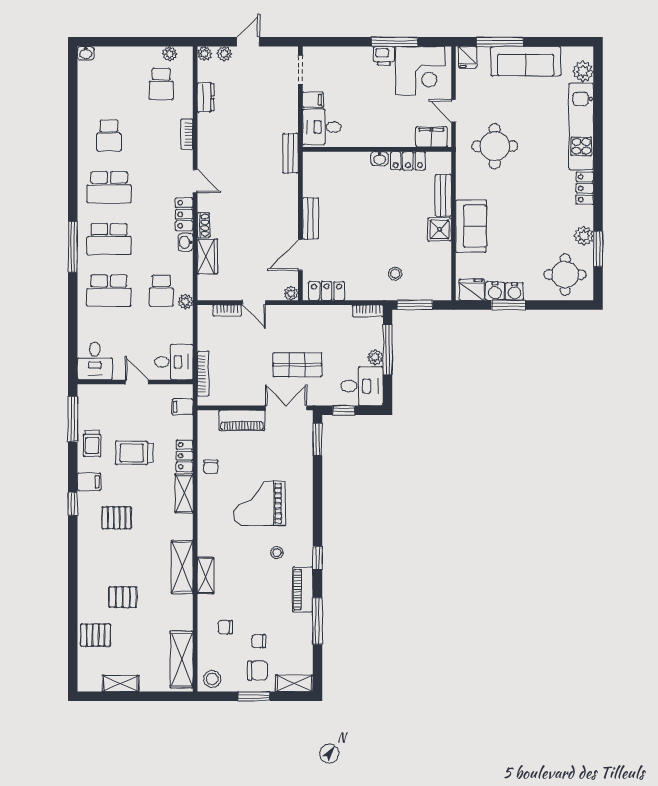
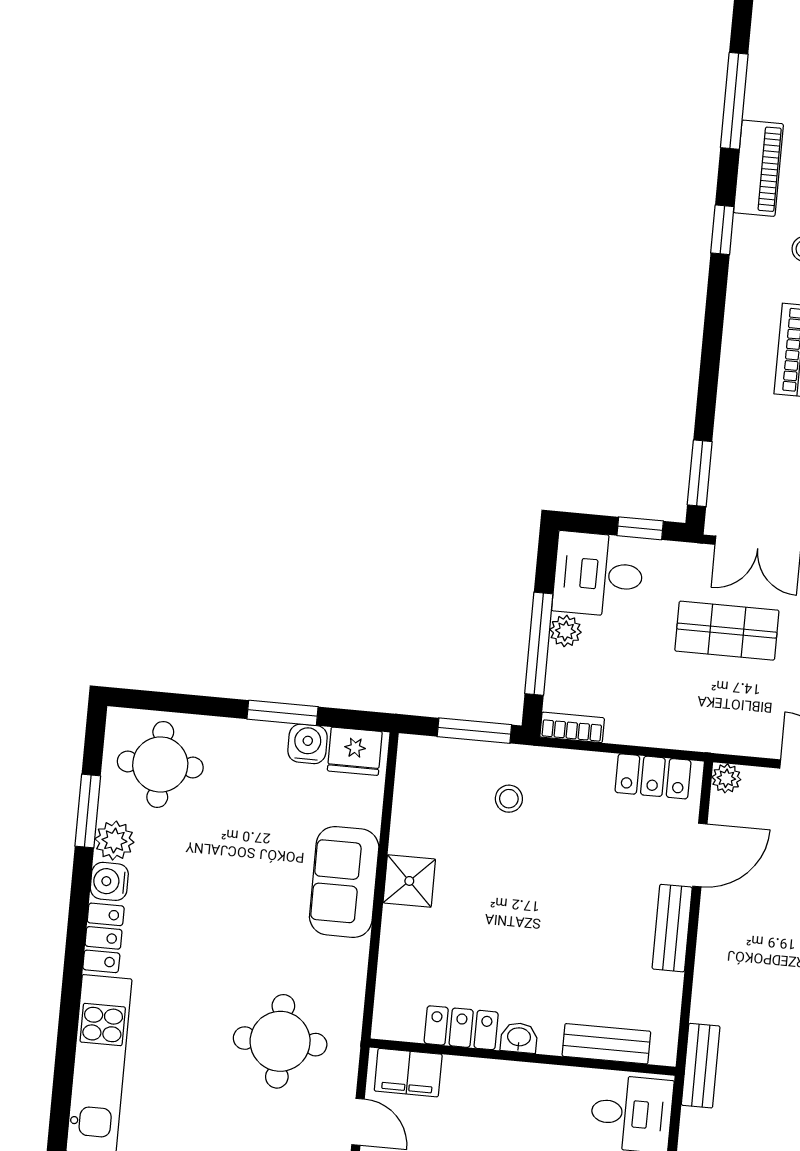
bench: (443, 195) -> (606, 1044), moved, turned 90
water cooler: (515, 291) -> (109, 881), moved, turned -90

